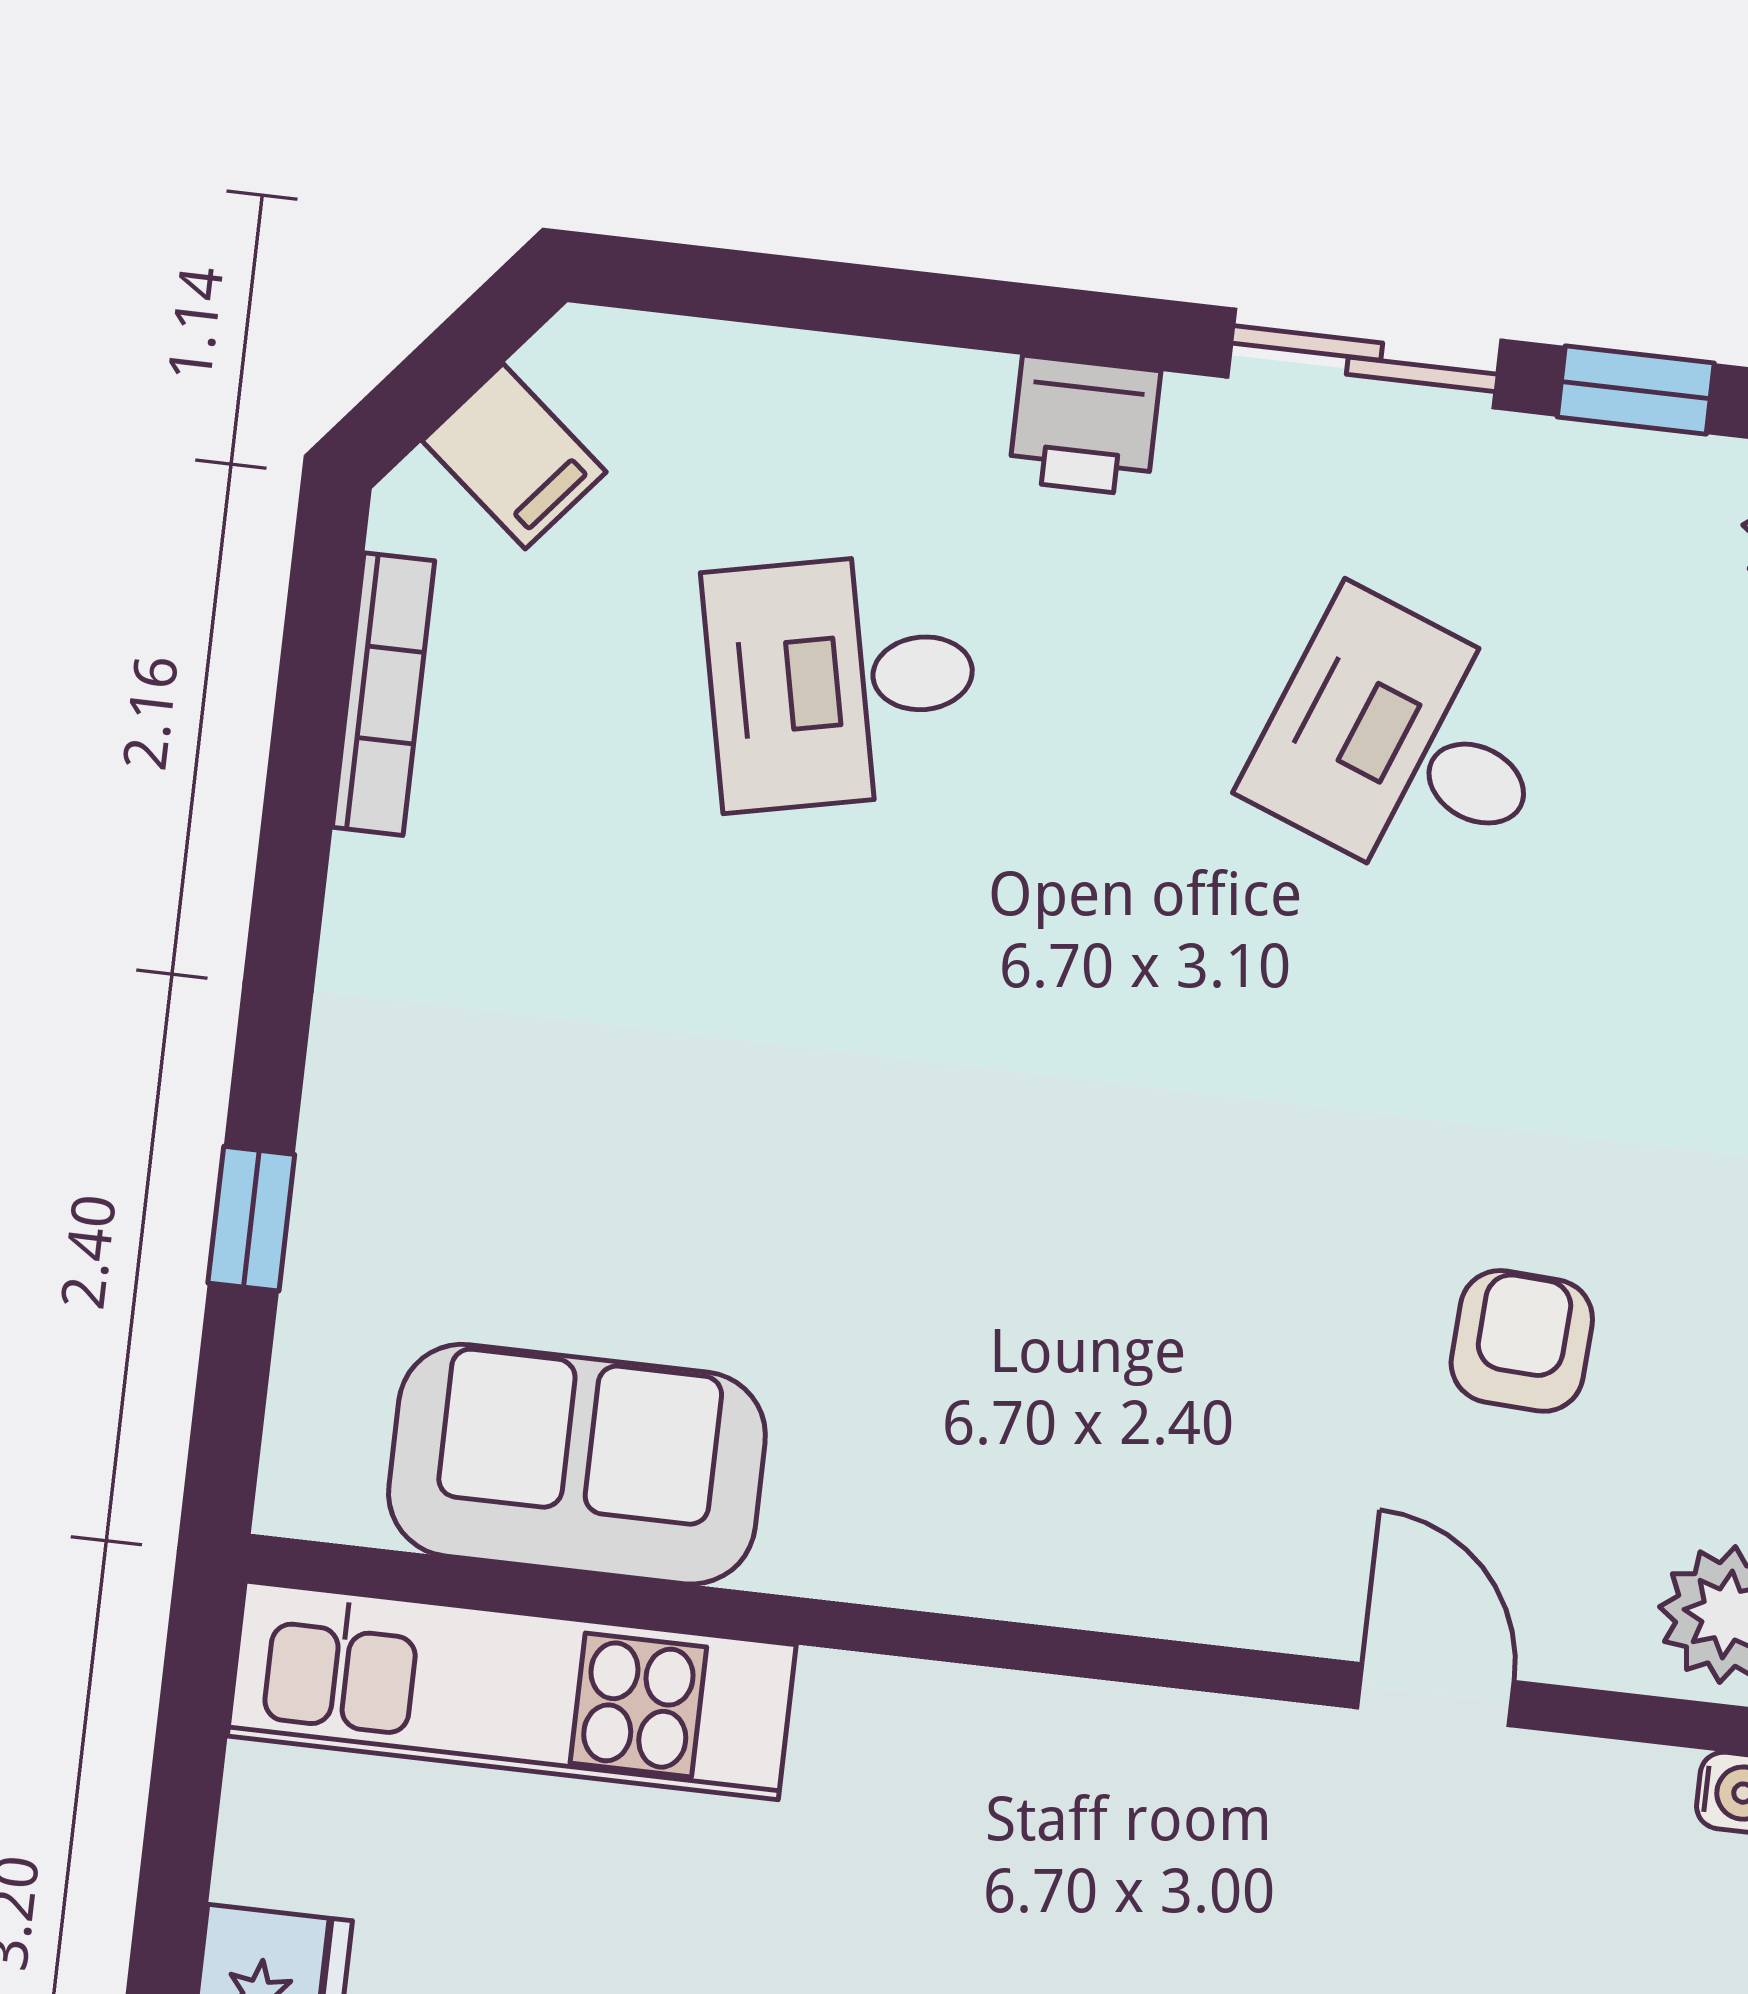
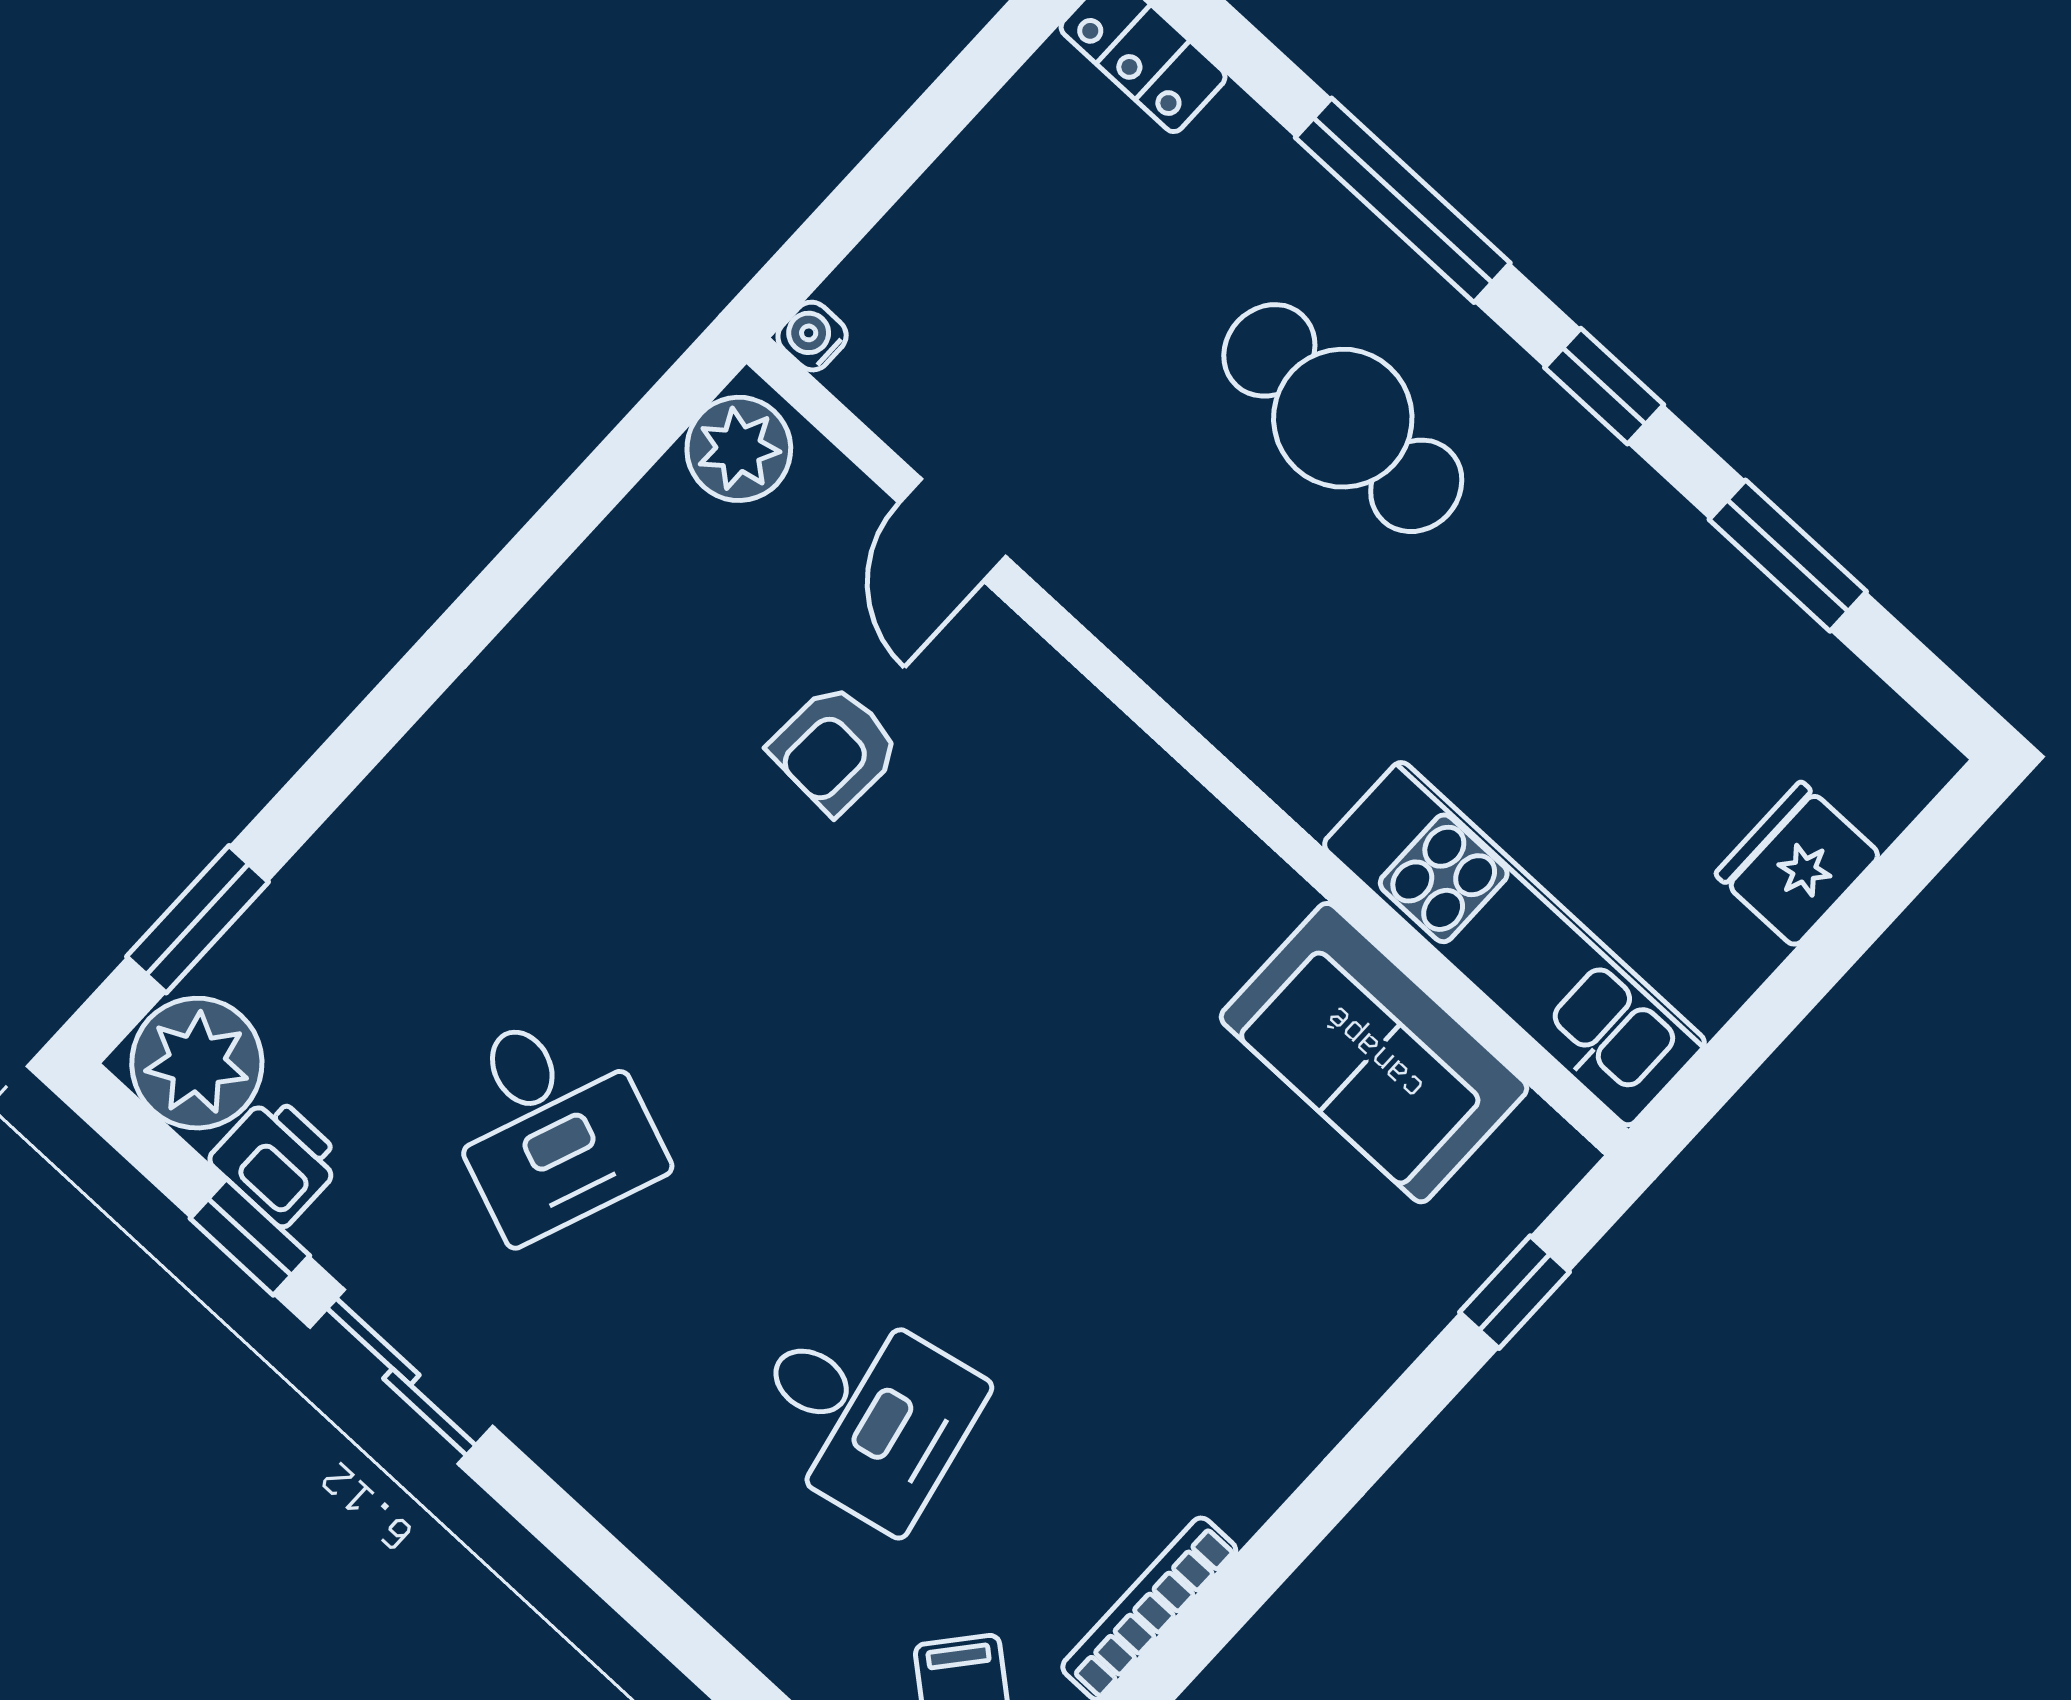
printer: (1085, 426) -> (277, 1160), moved
window: (251, 1219) -> (1515, 1292), moved
armchair: (1522, 1341) -> (835, 749), moved

